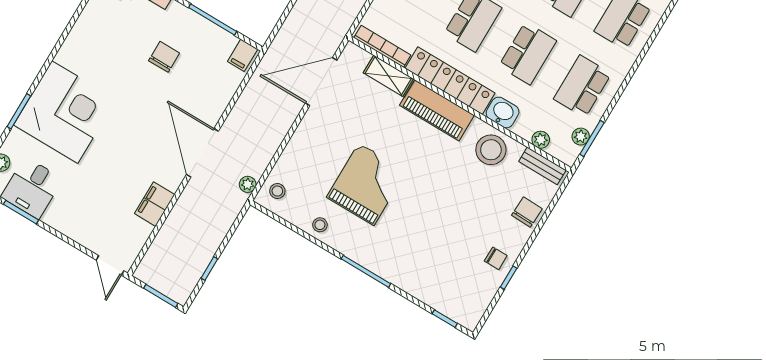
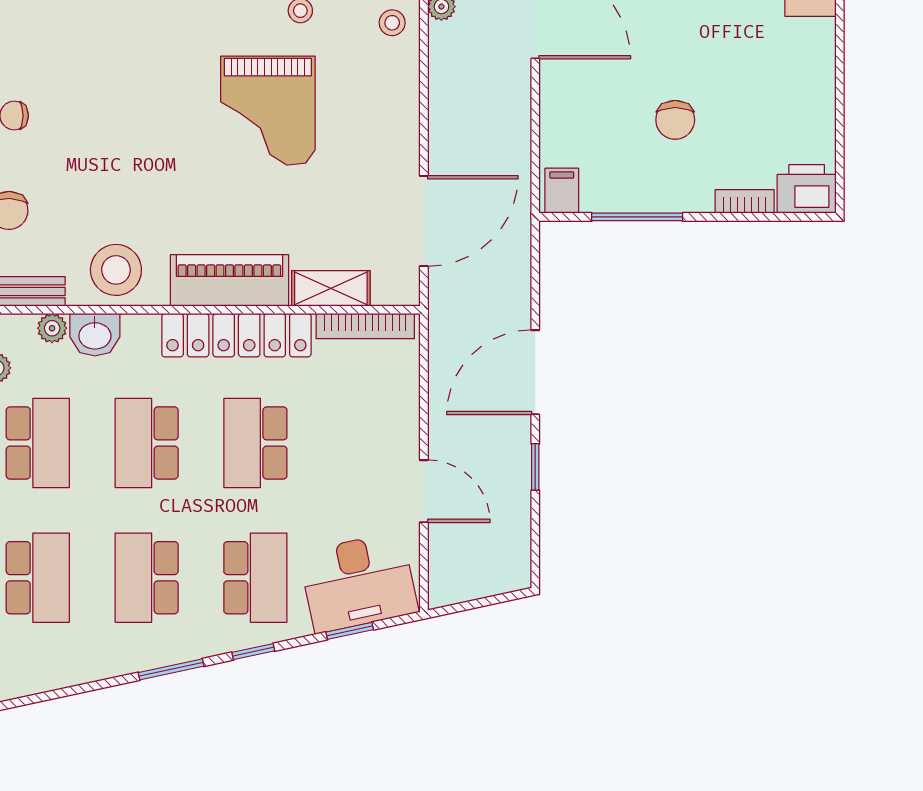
washbasin: (503, 112) -> (95, 335), moved

